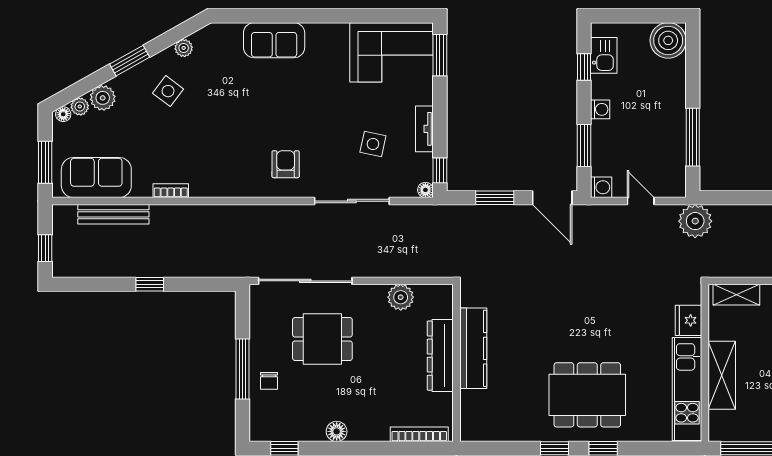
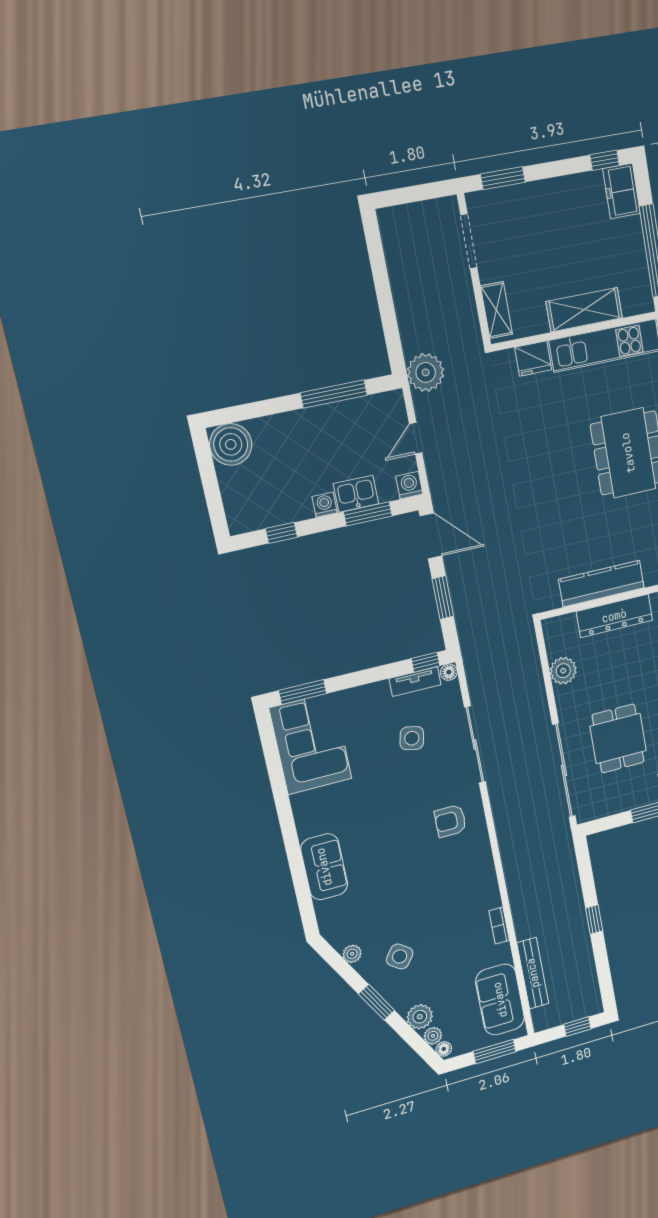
kitchen sink: (604, 55) -> (356, 494), moved
tv unit: (424, 129) -> (415, 682), moved
door: (552, 198) -> (431, 536), hinge flipped

